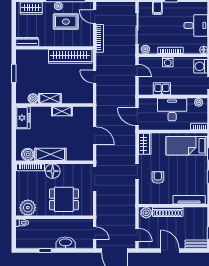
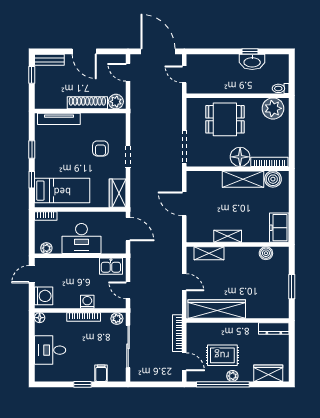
kitchen sink: (162, 89) -> (111, 266), moved
shelving: (50, 98) -> (209, 253), moved
washbasin: (66, 243) -> (252, 62), moved

